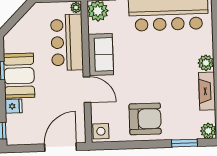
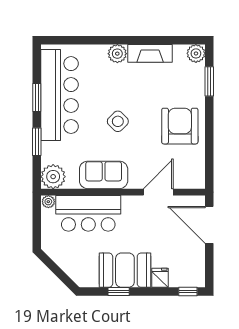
door: (87, 90) -> (158, 192), moved
side table: (101, 131) -> (118, 121), moved, turned 45

